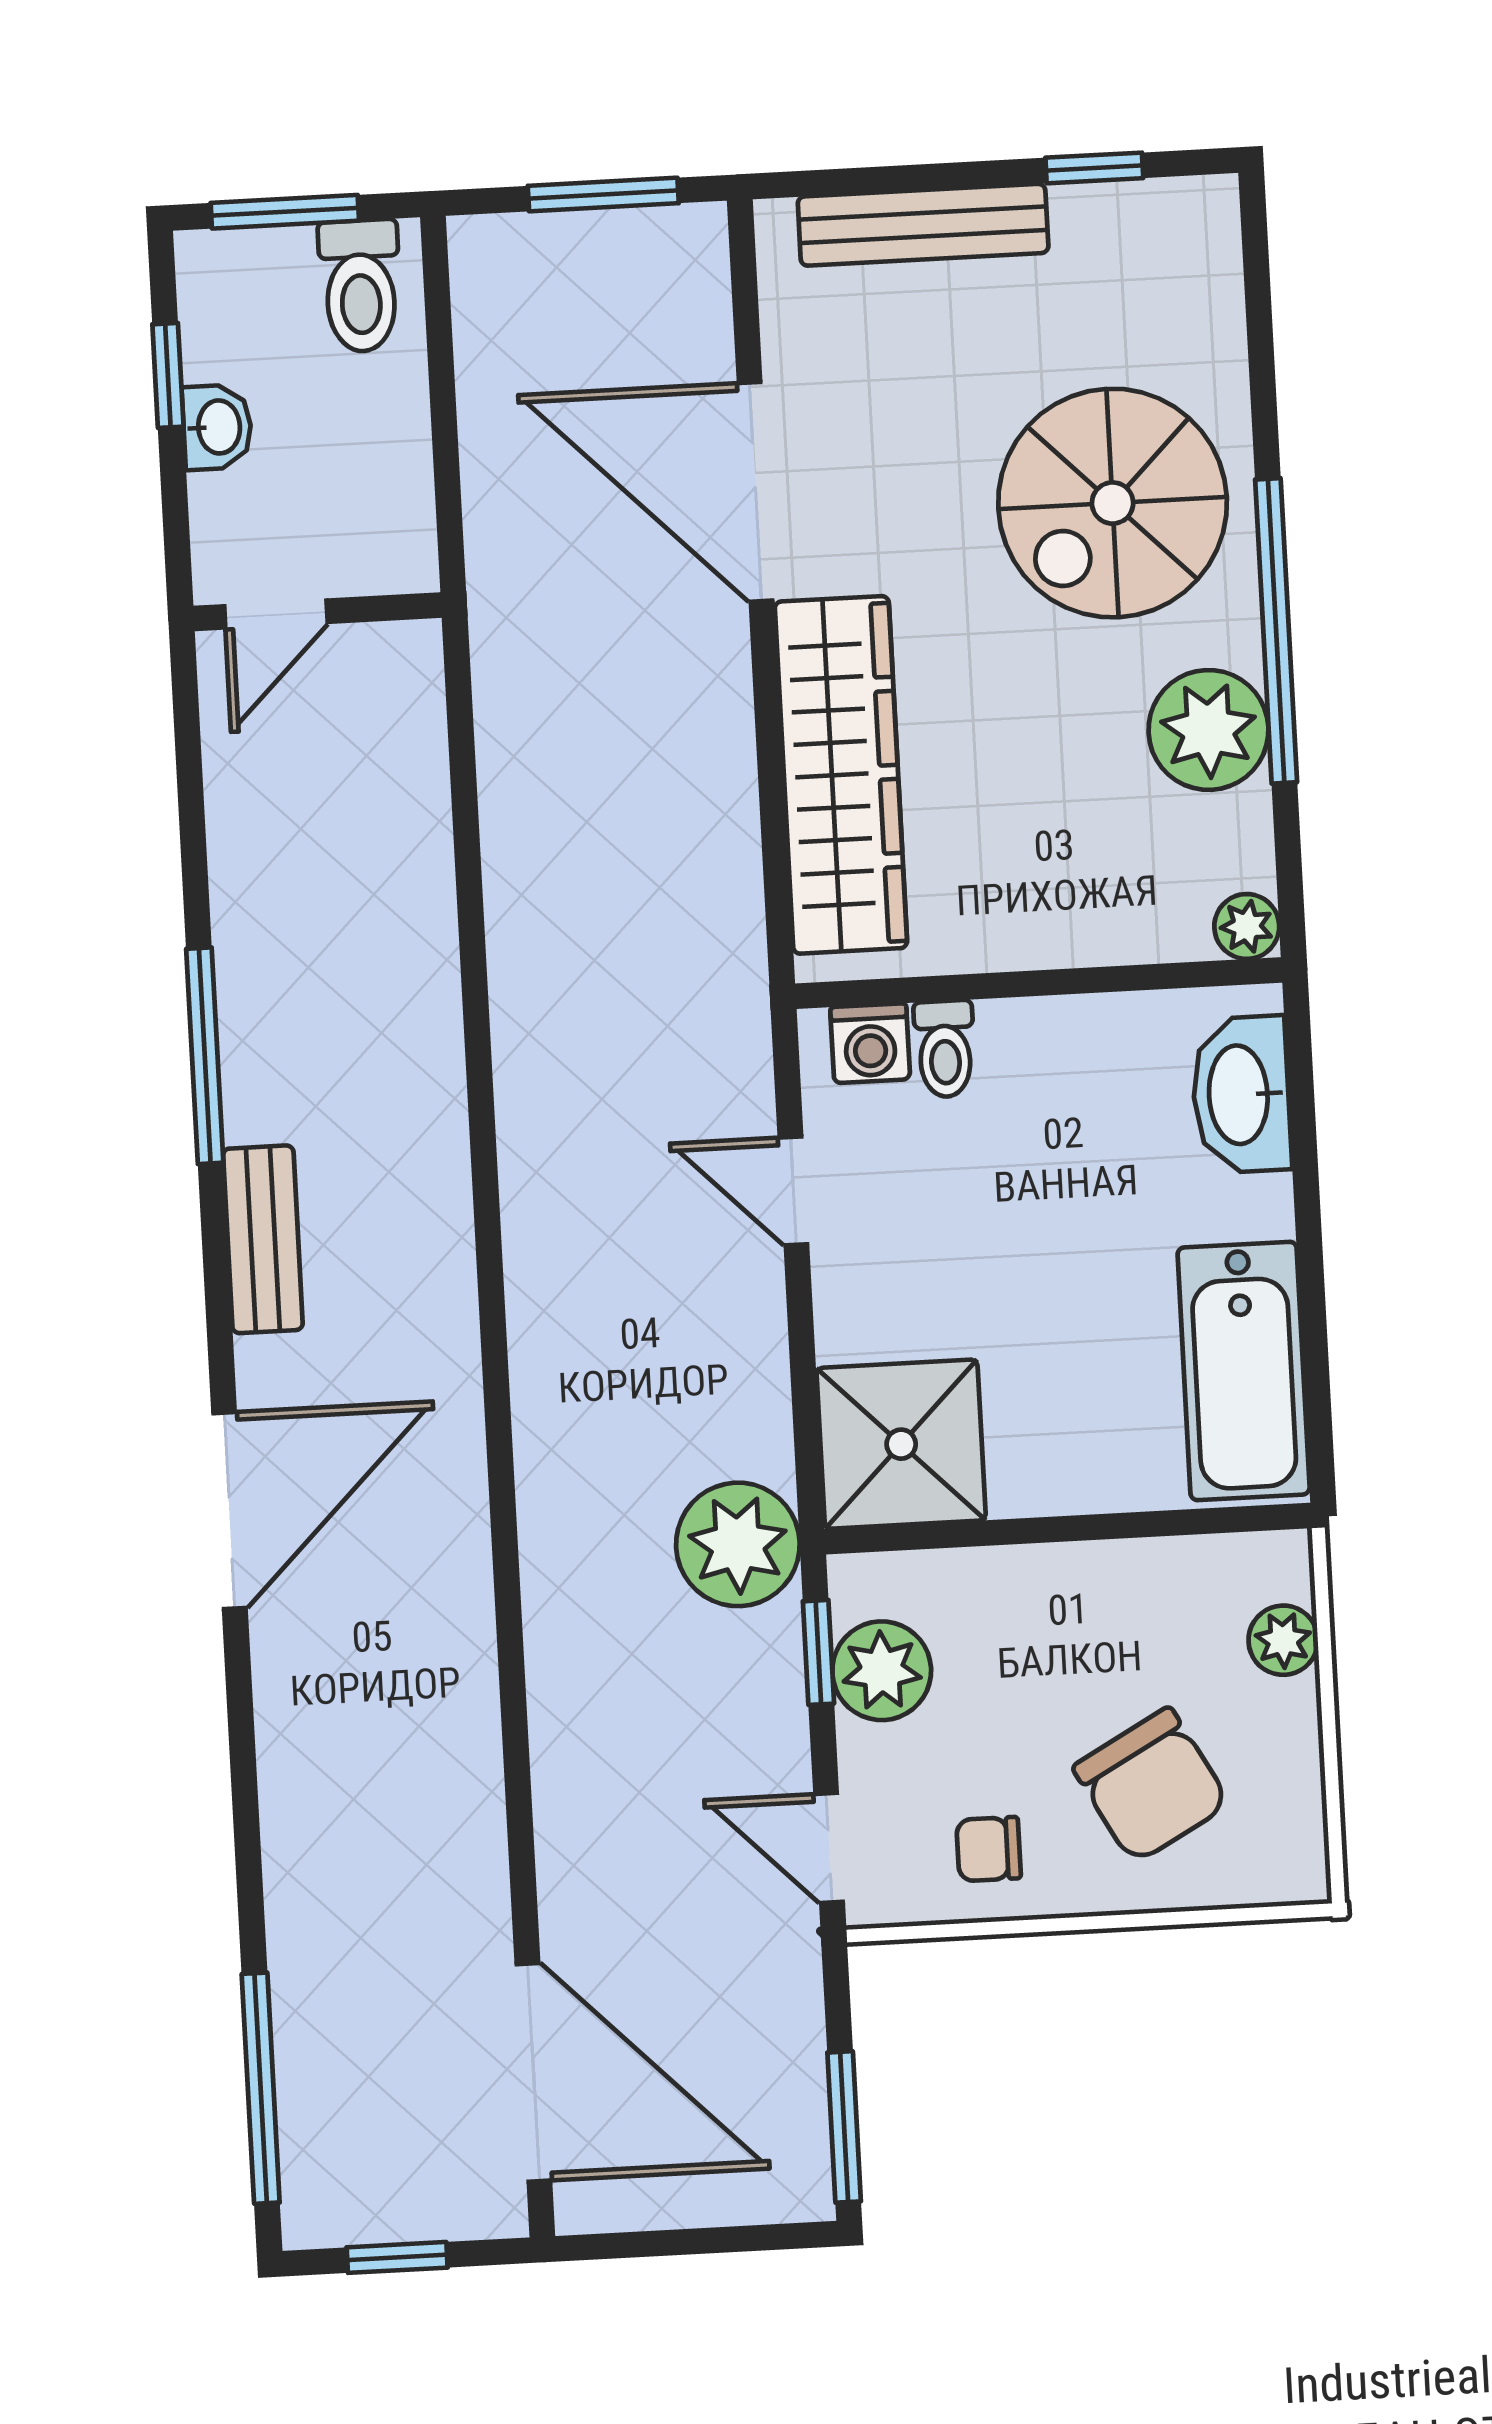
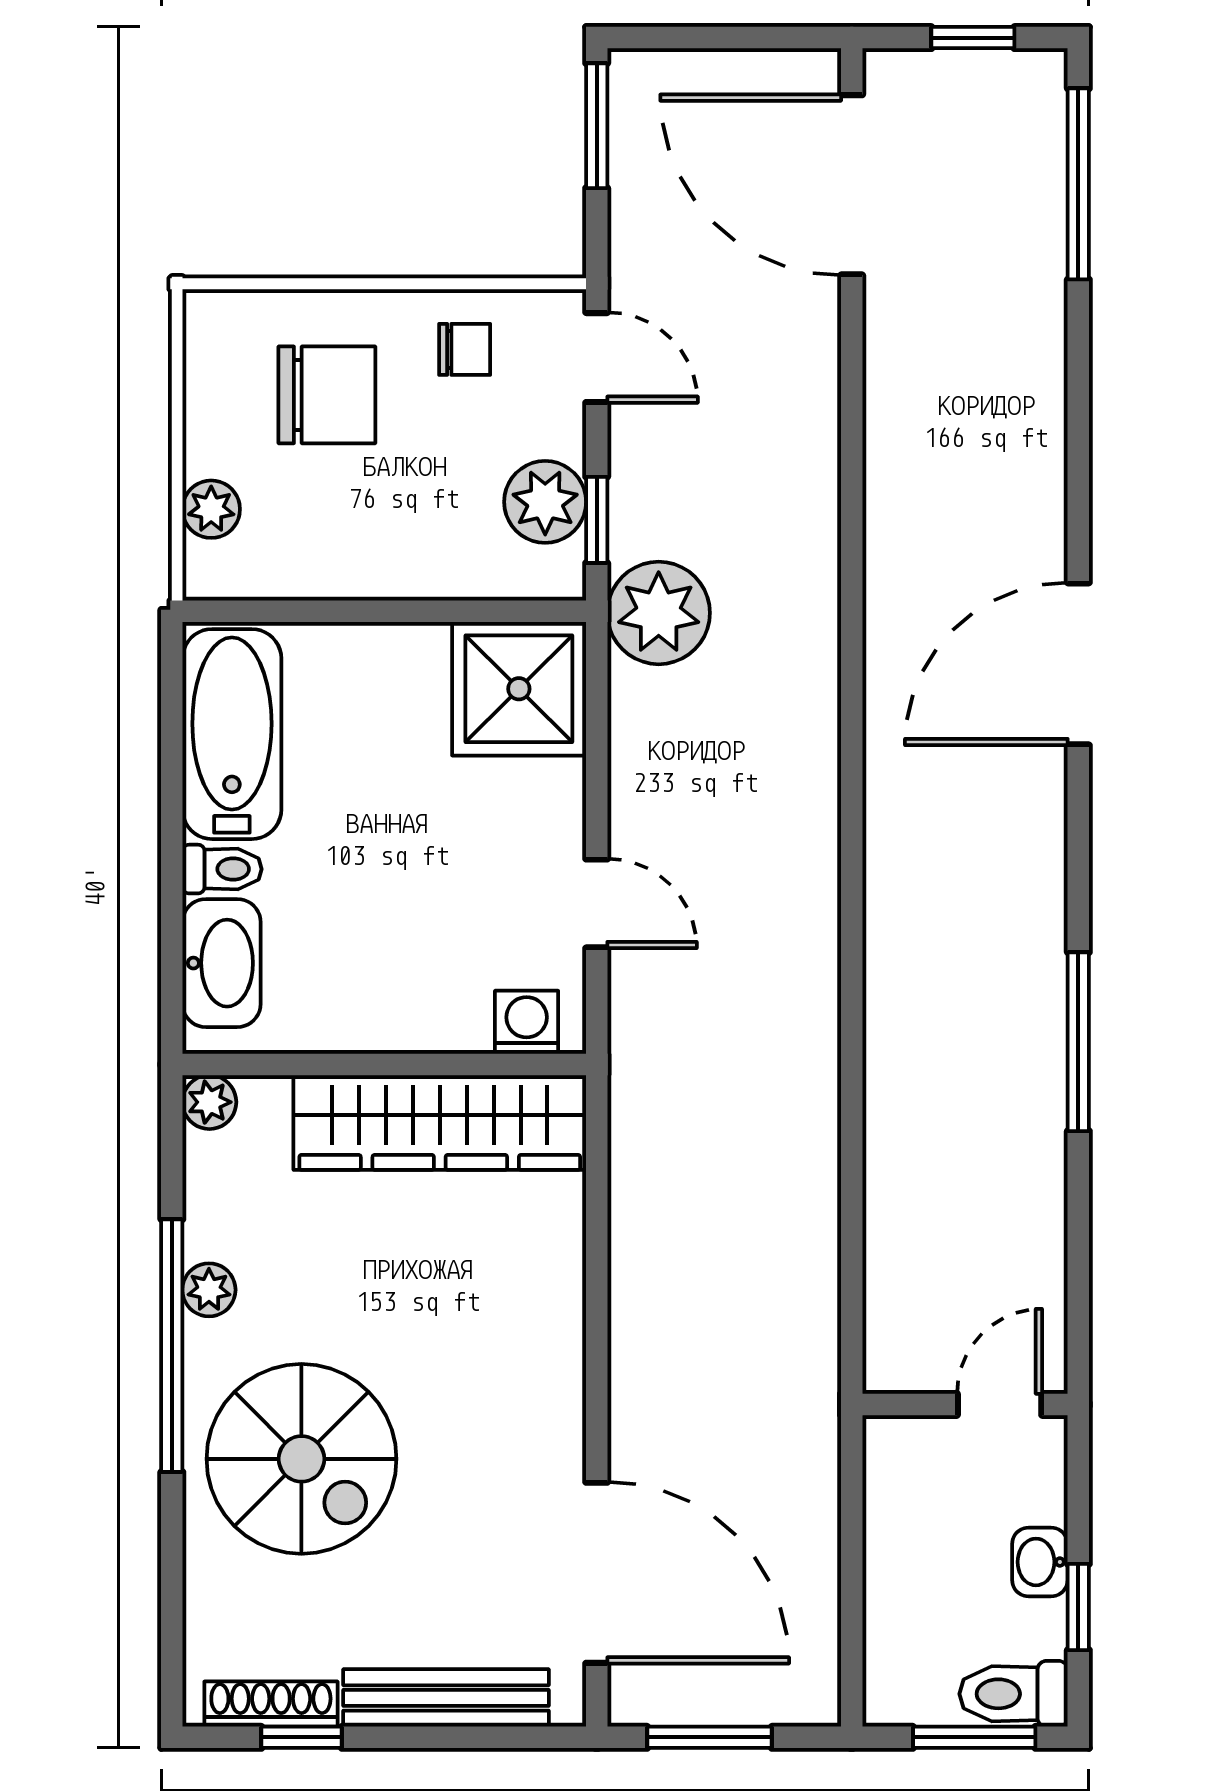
shoe rack: (1133, 206) -> (271, 1704), added
toilet: (360, 286) -> (1013, 1694), moved, turned -90
door: (756, 492) -> (597, 1573), moved
spiral stairs: (1113, 503) -> (301, 1459), turned 90
plant: (1208, 730) -> (209, 1290), width x0.53, depth x0.53
wardrobe: (841, 775) -> (440, 1123), moved, turned -90
toilet: (945, 1049) -> (222, 869), moved, turned 90
bench: (263, 1239) -> (1038, 887), removed
chair: (1151, 1785) -> (327, 395), turned 119

